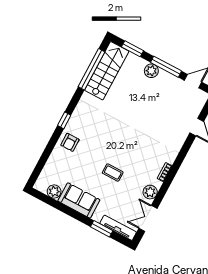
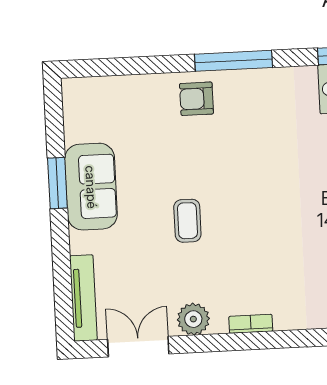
window: (64, 120) -> (234, 61), width x2.17
plant: (54, 192) -> (79, 126), removed
window: (102, 229) -> (57, 183), moved

